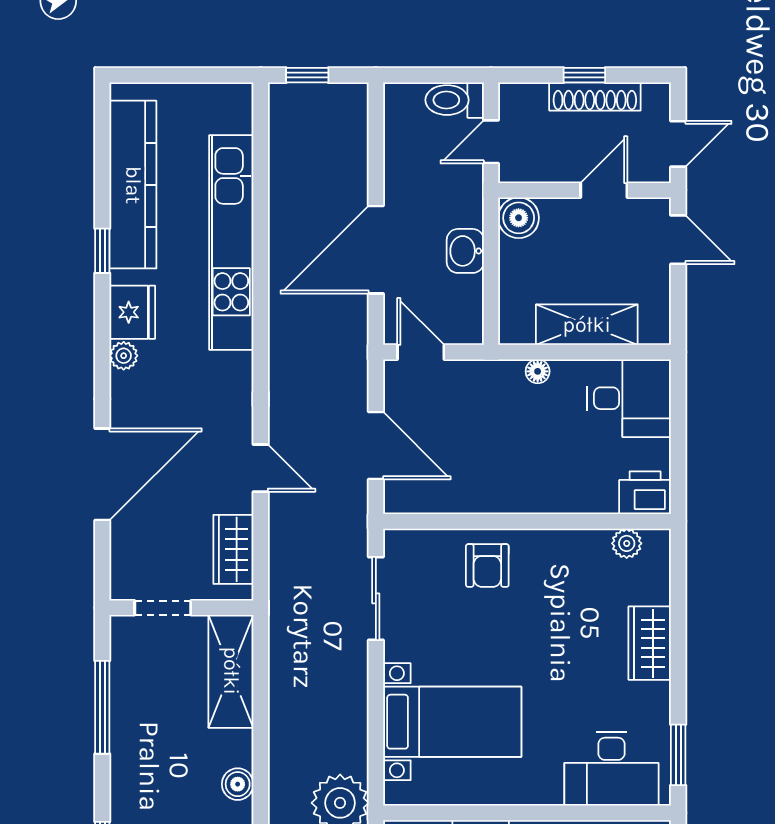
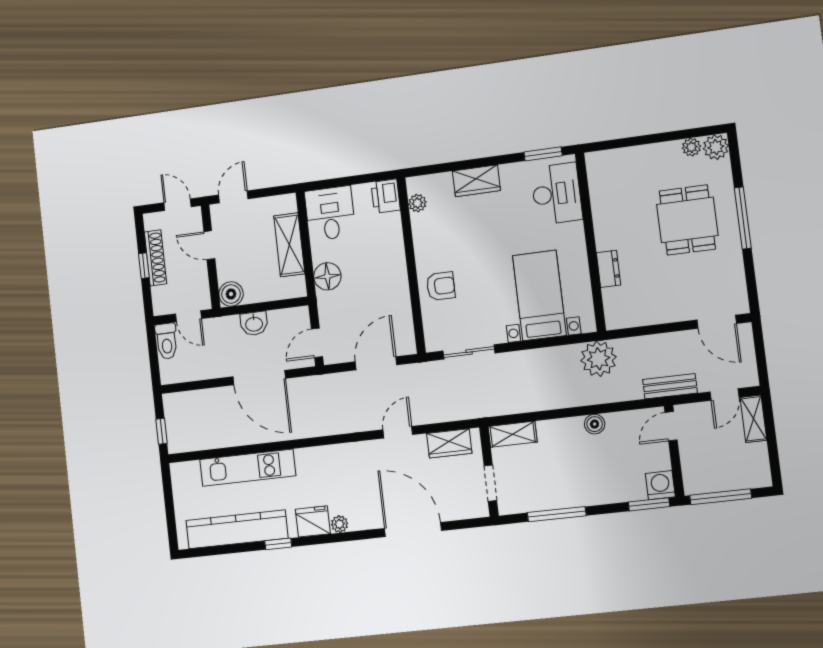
kitchen unit: (231, 242) -> (248, 468), width x0.73
floor lamp: (538, 371) -> (327, 276), width x1.89, depth x1.89
shelving: (231, 671) -> (513, 434), width x0.67, depth x0.75

